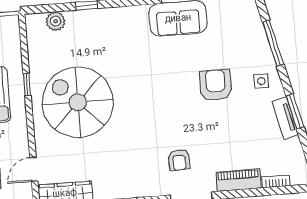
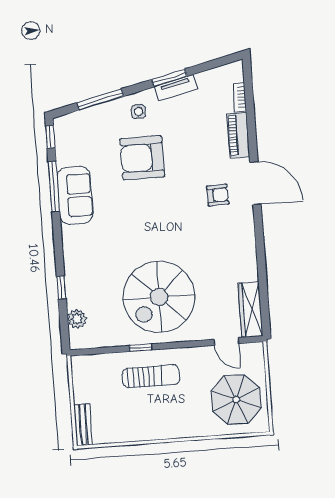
armchair: (216, 85) -> (142, 158), width x1.36, depth x1.36

